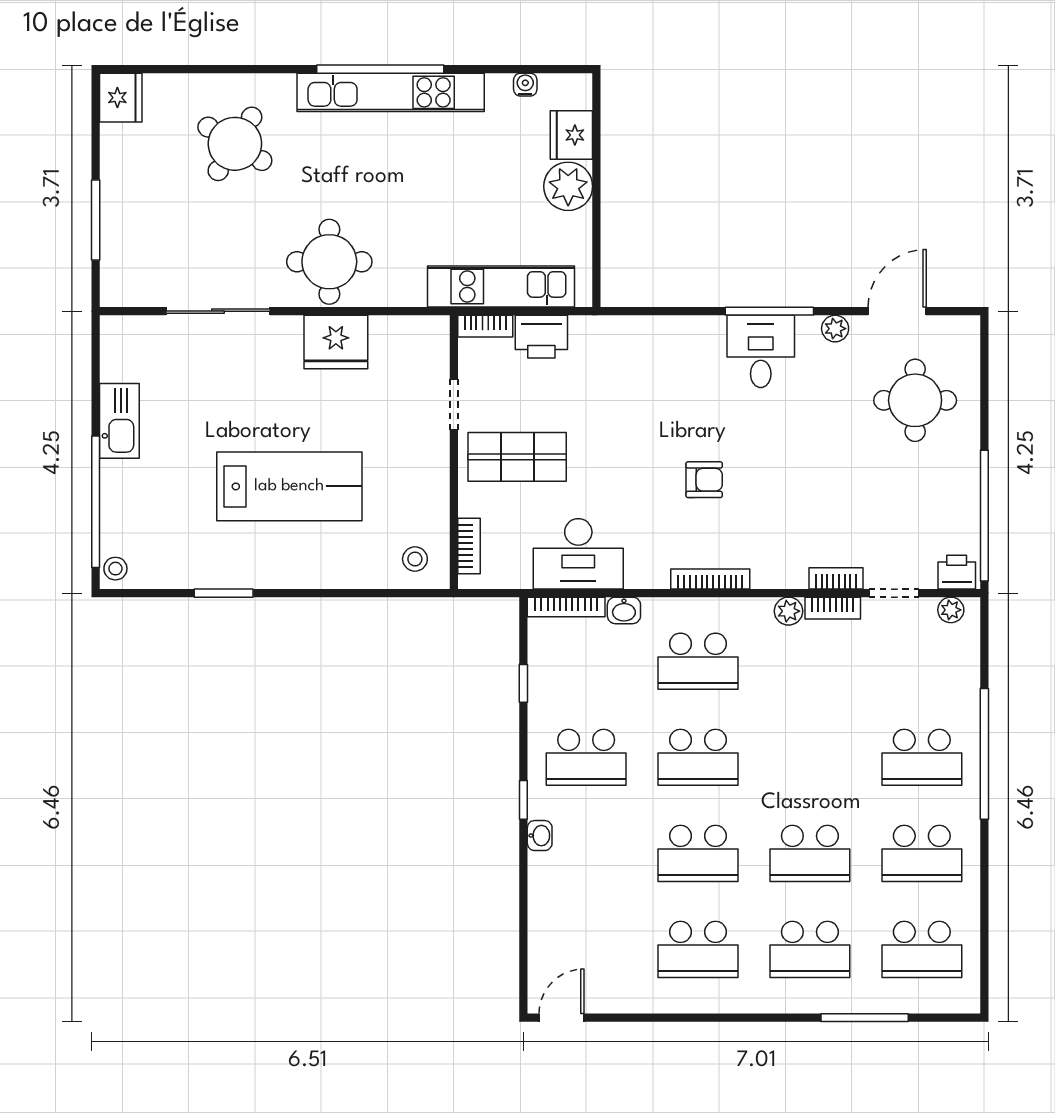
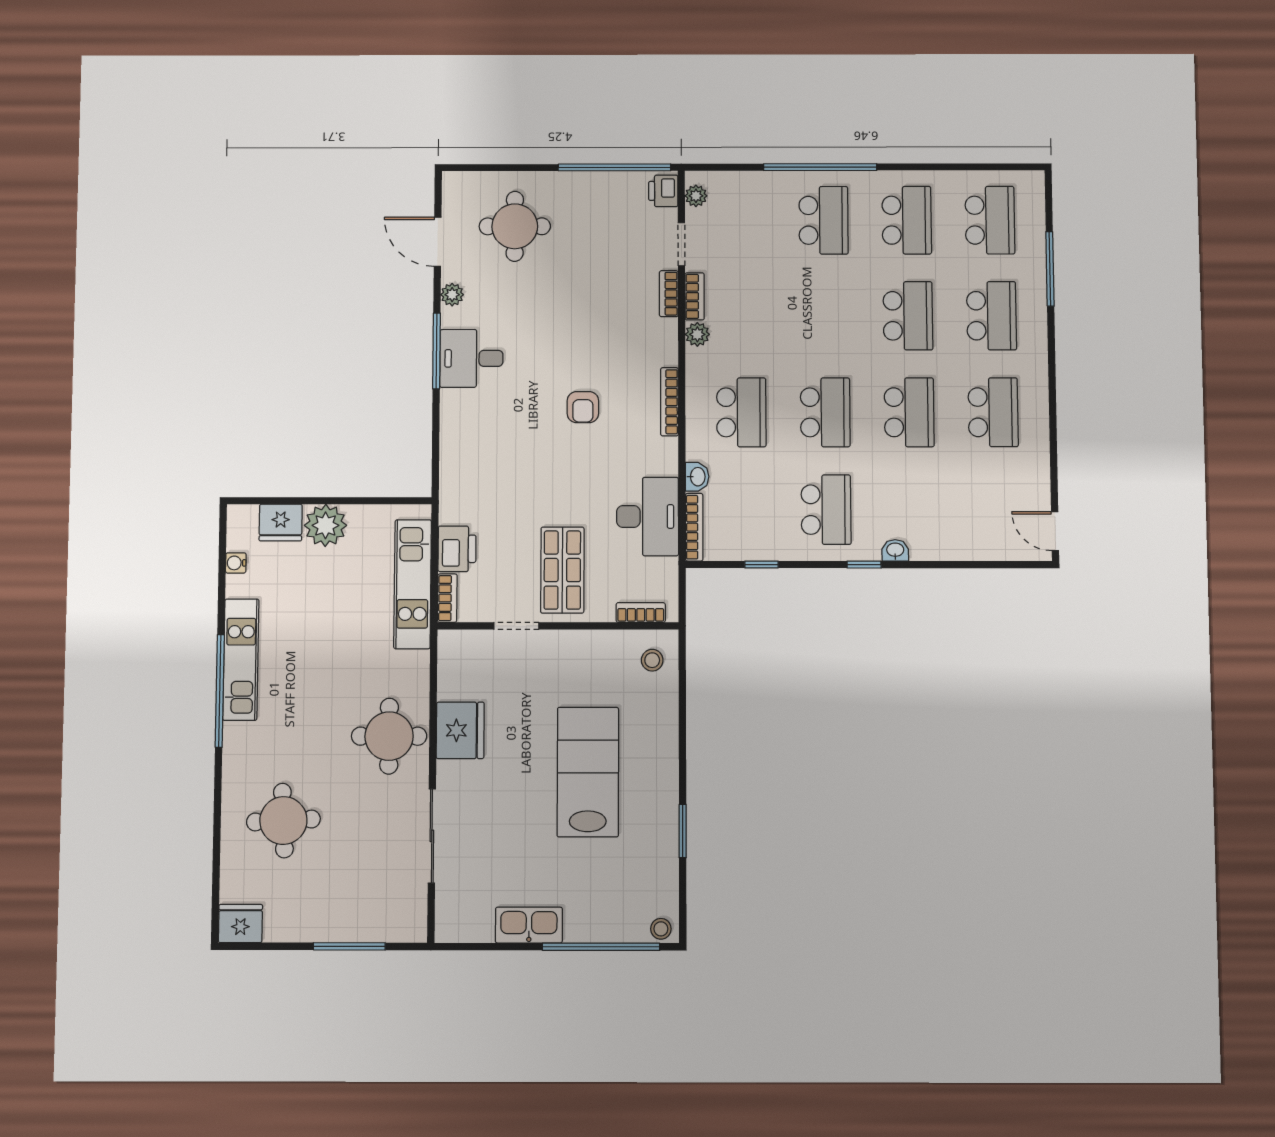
kitchen unit: (391, 92) -> (241, 660), width x0.73
round table: (235, 144) -> (283, 821), turned -35
armchair: (704, 480) -> (583, 407), turned 180

